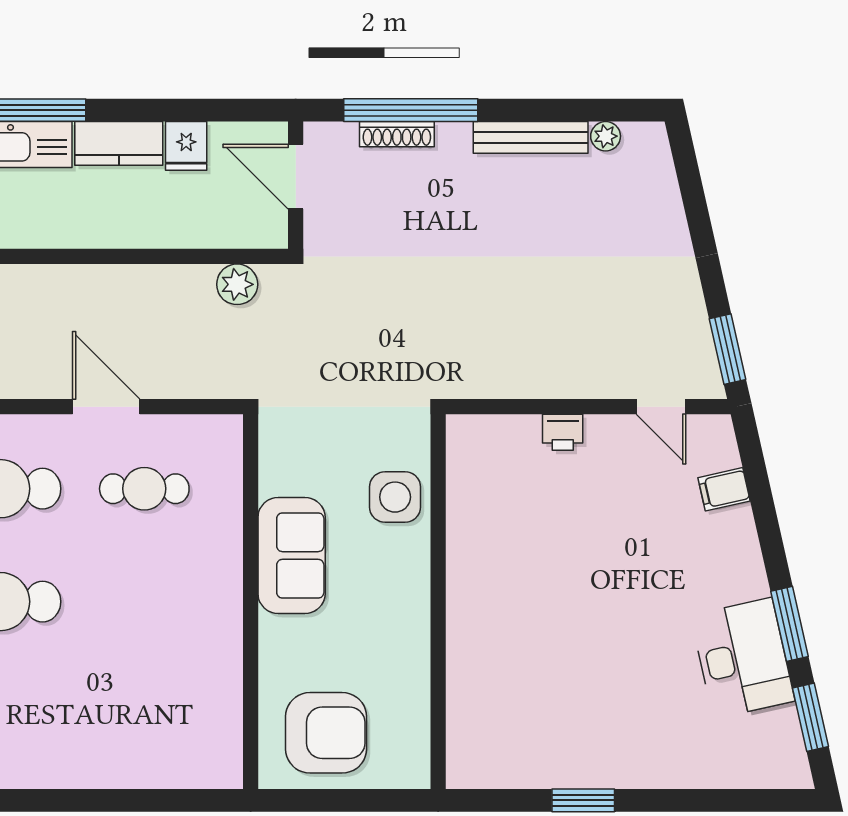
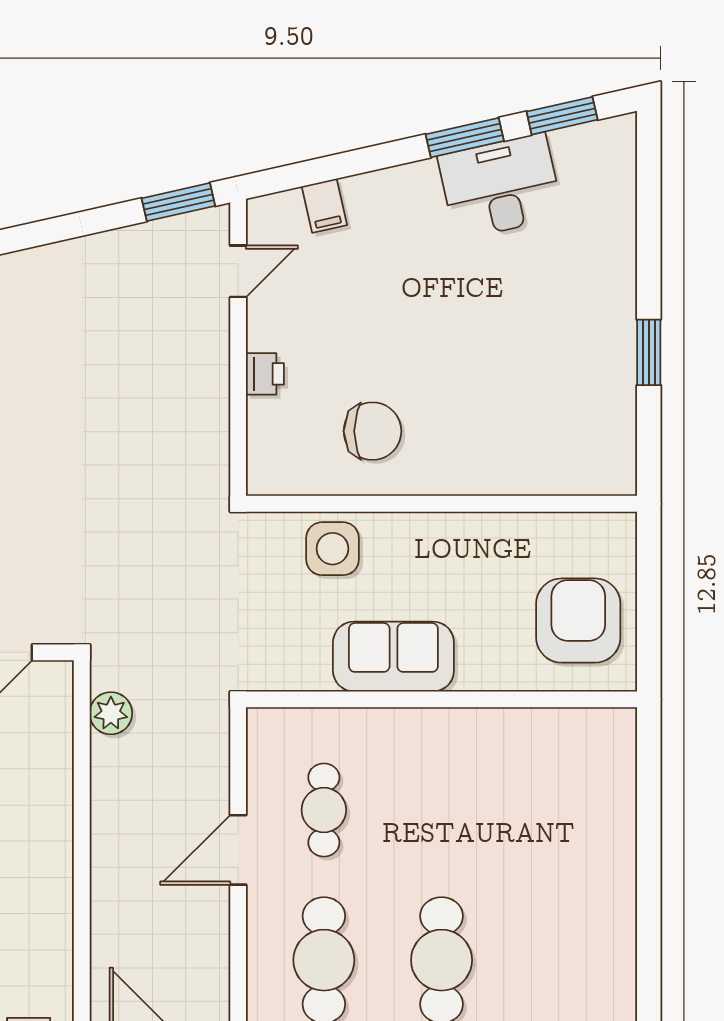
chair: (508, 535) -> (372, 431), added

